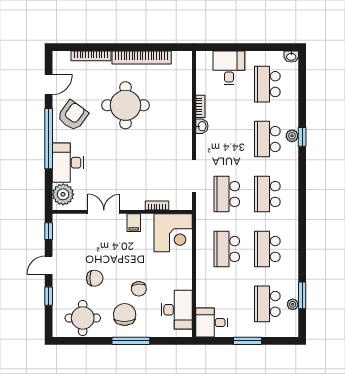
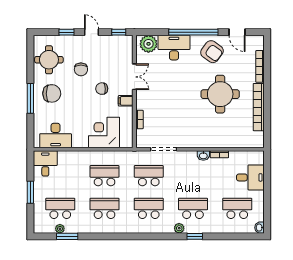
plant: (292, 136) -> (179, 228), moved
corner desk: (173, 233) -> (104, 133), moved, turned 90
chair: (139, 289) -> (102, 89), moved

